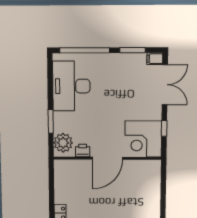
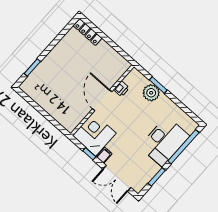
filing cabinet: (155, 59) -> (104, 155), moved
desk: (71, 86) -> (164, 141), moved, turned 90
plant: (63, 143) -> (151, 93), moved

